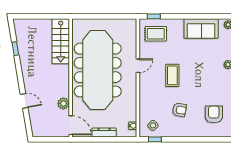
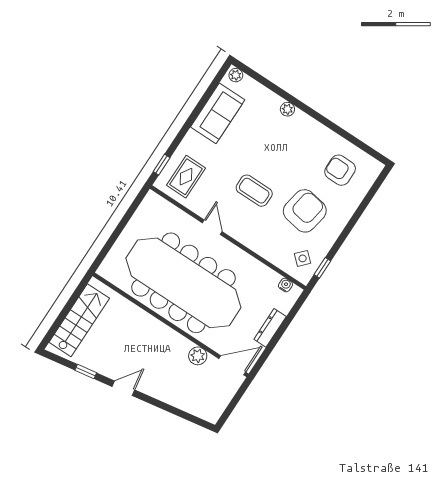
stairs: (61, 41) -> (79, 320), moved, turned -90
door: (24, 101) -> (123, 388), moved
armchair: (179, 110) -> (305, 211), width x1.88, depth x1.88

